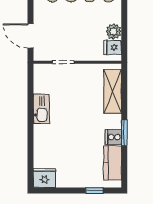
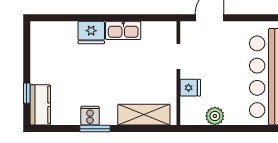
fridge: (113, 47) -> (190, 88), moved, turned 90
kitchen counter: (113, 163) -> (40, 105), moved, turned 90
fridge: (45, 178) -> (91, 32), moved, turned 90

